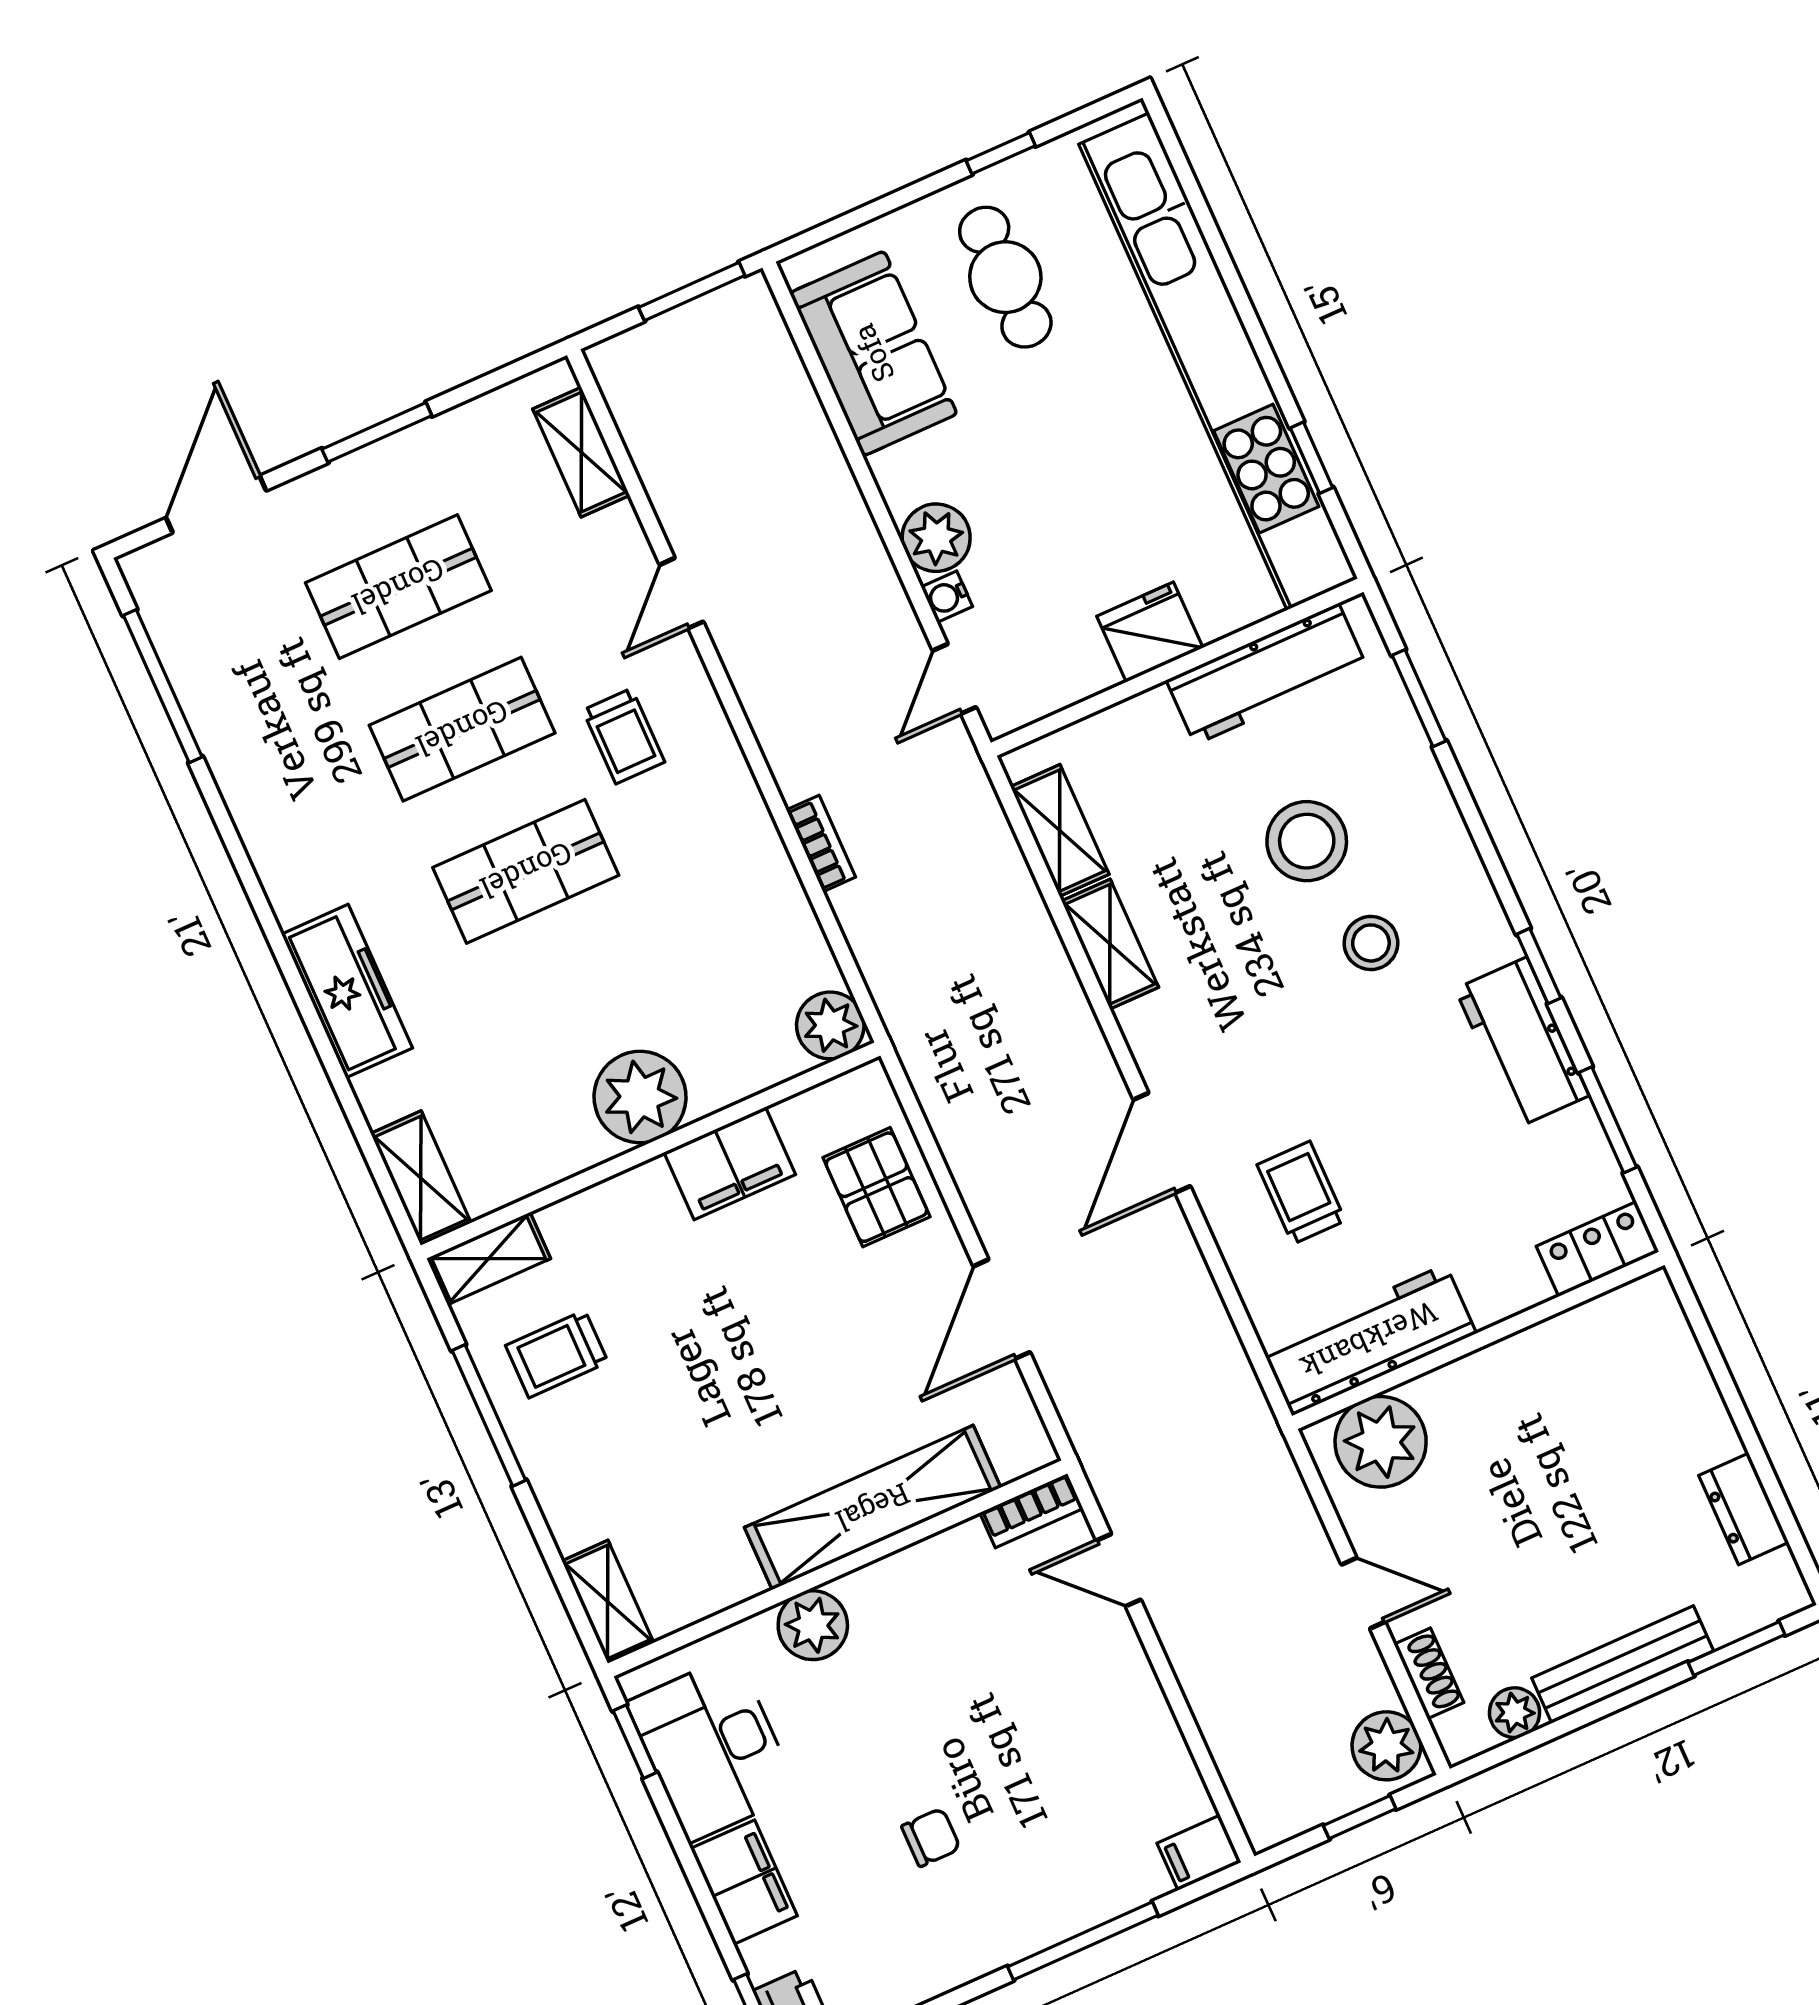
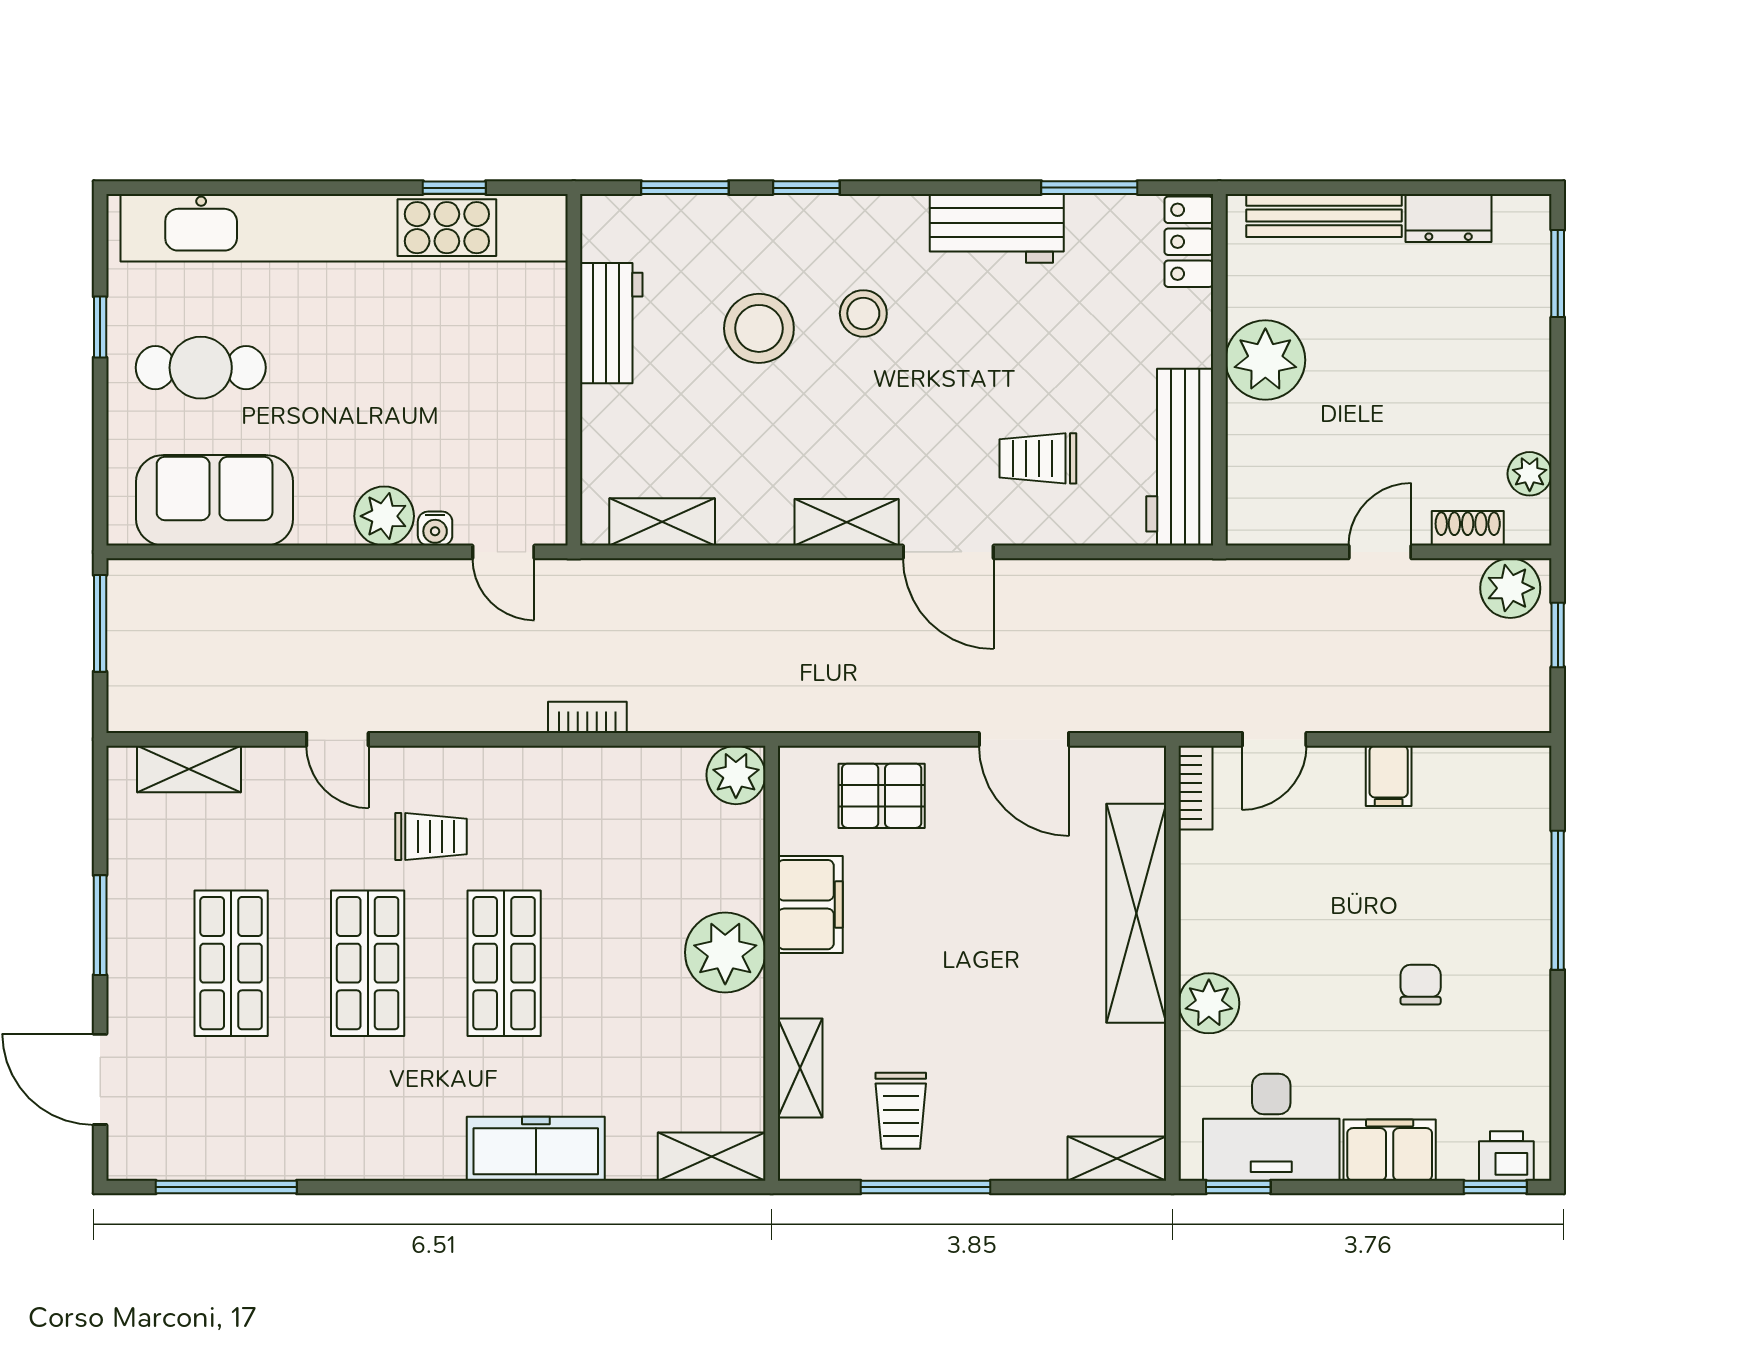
fridge: (1150, 632) -> (536, 379), removed
workbench: (1267, 674) -> (611, 323), width x0.73
shelving: (1110, 944) -> (847, 522), moved
window: (1539, 966) -> (806, 188), moved
shelving: (489, 1259) -> (800, 1068), moved
plant: (1381, 1442) -> (1265, 360), moved
bench: (1623, 1664) -> (1324, 215), moved, turned 90
filing cabinet: (1199, 1853) -> (1389, 776), moved

